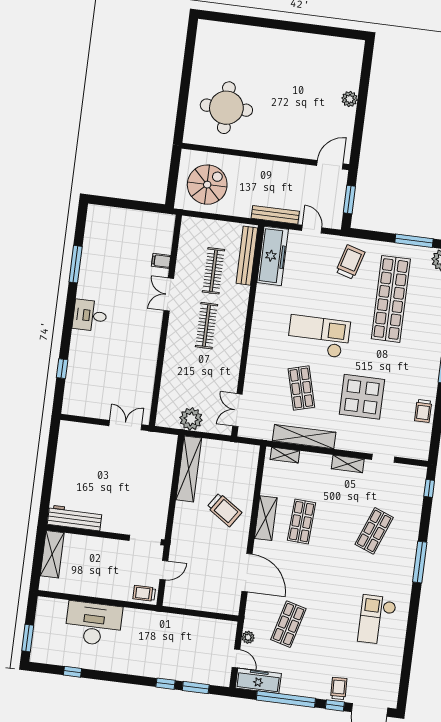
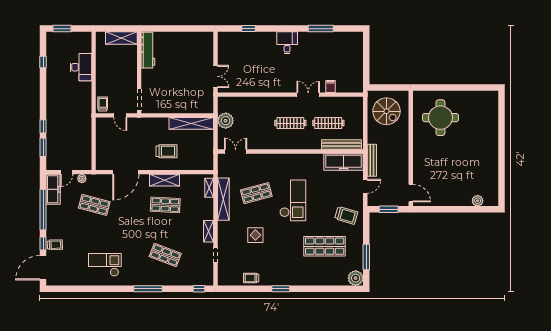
plant: (350, 99) -> (478, 201), moved
shop shelf: (391, 299) -> (325, 246), width x0.71
display table: (362, 397) -> (255, 235), width x0.54, depth x0.54
trolley: (224, 510) -> (167, 151), turned -124
desk: (94, 624) -> (81, 67), width x0.73, depth x0.77

